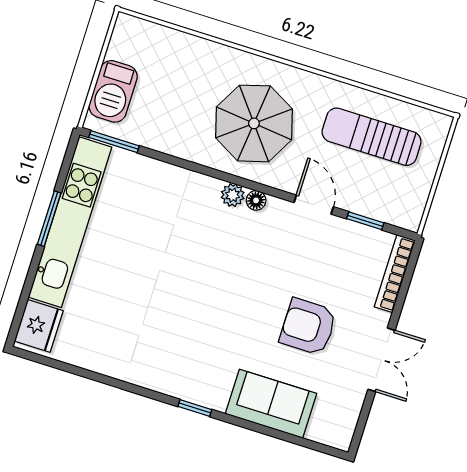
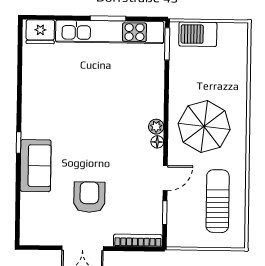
sofa: (271, 404) -> (36, 166), moved

